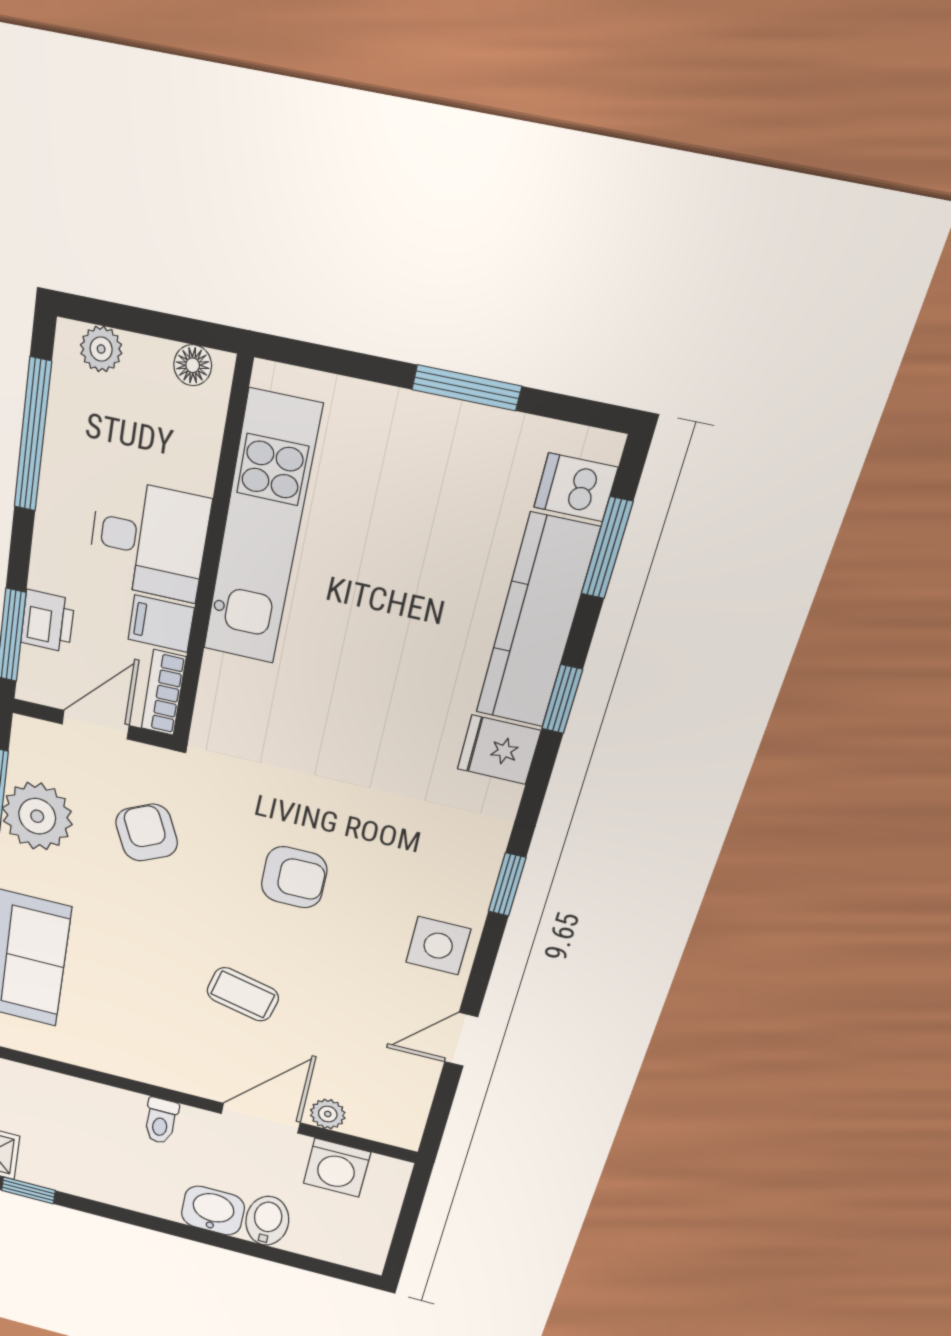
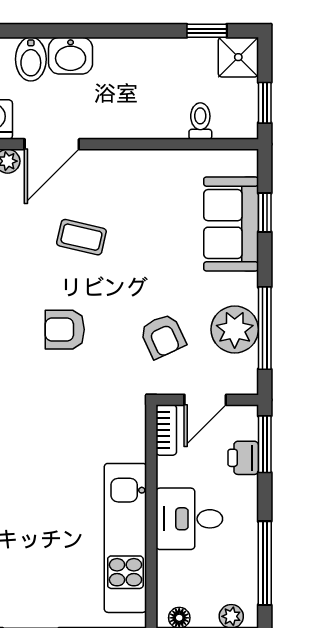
filing cabinet: (161, 624) -> (174, 472), removed
toilet: (161, 1121) -> (200, 121), moved

